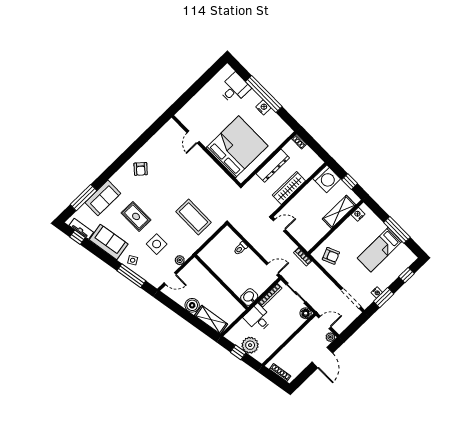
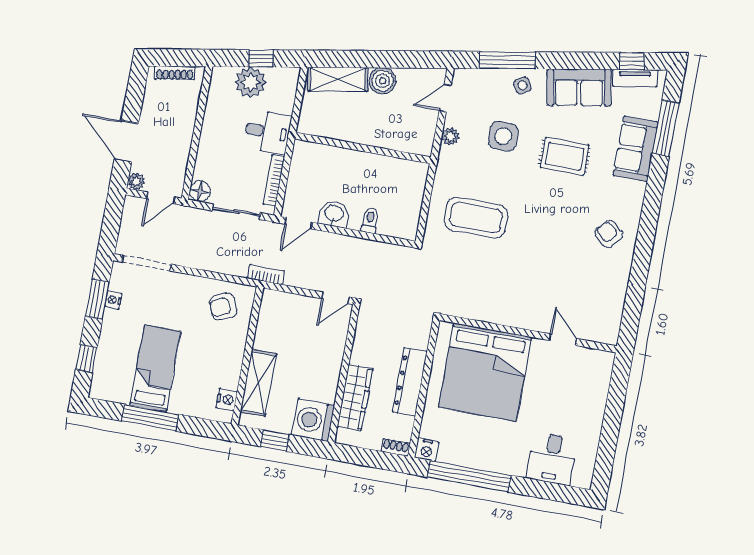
window: (264, 94) -> (469, 476), moved
nightstand: (263, 107) -> (426, 450), moved
wardrobe: (289, 188) -> (355, 398), moved
washbasin: (249, 297) -> (334, 214), moved, turned -90

